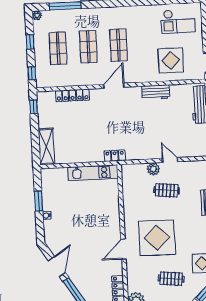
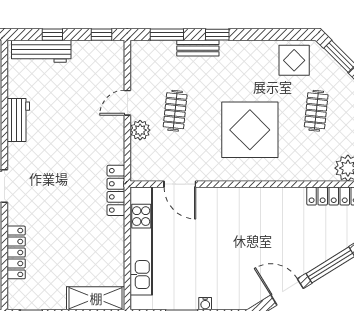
locker: (115, 156) -> (116, 190), width x1.53
kitchen unit: (93, 173) -> (141, 241), width x1.36
door: (123, 249) -> (180, 184), moved

